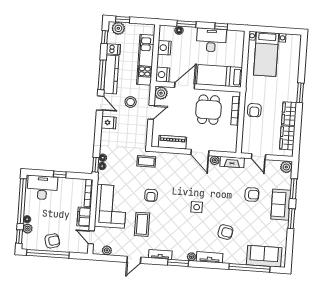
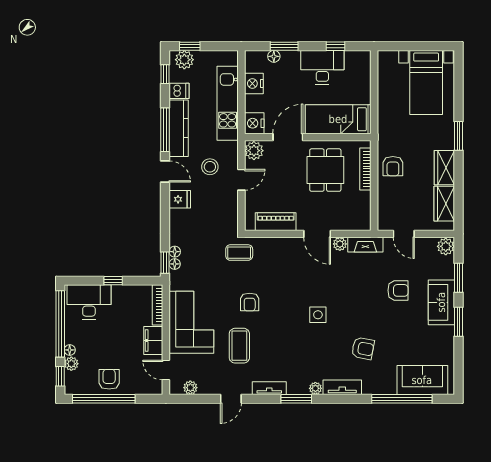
bed with nightstands: (266, 54) -> (426, 82), moved
armchair: (52, 241) -> (109, 379), turned -75

